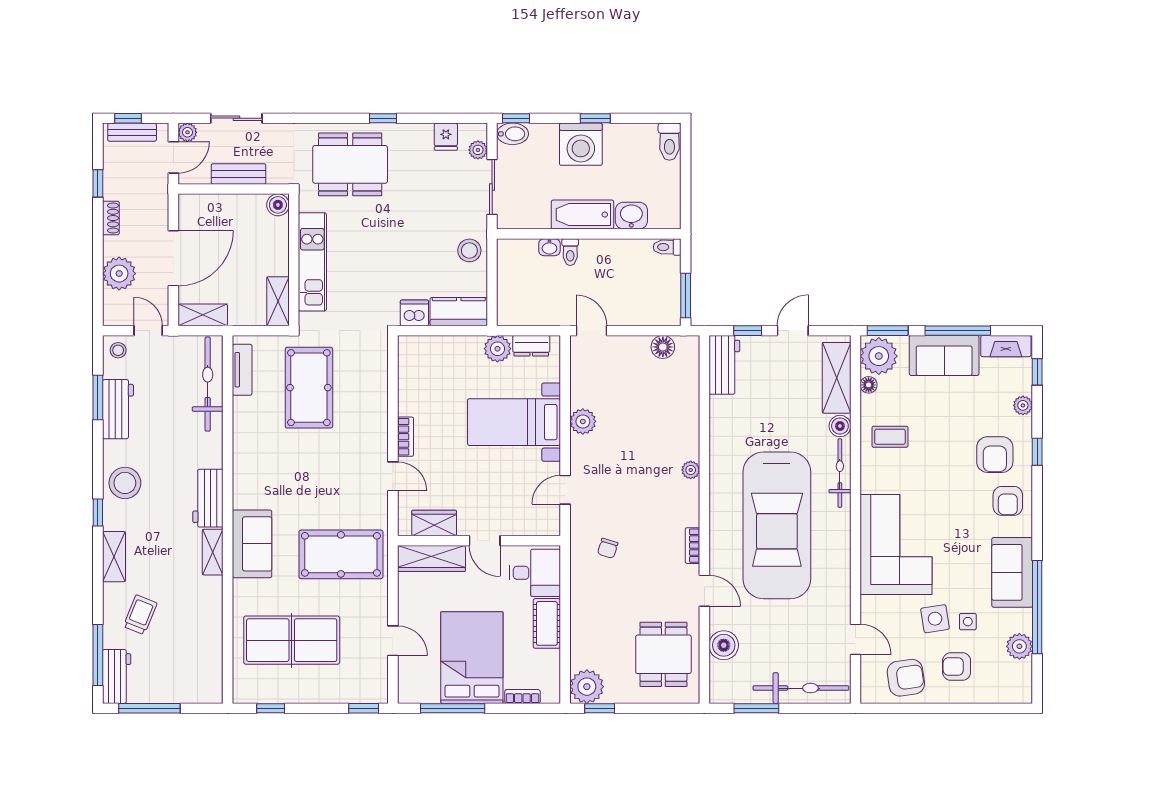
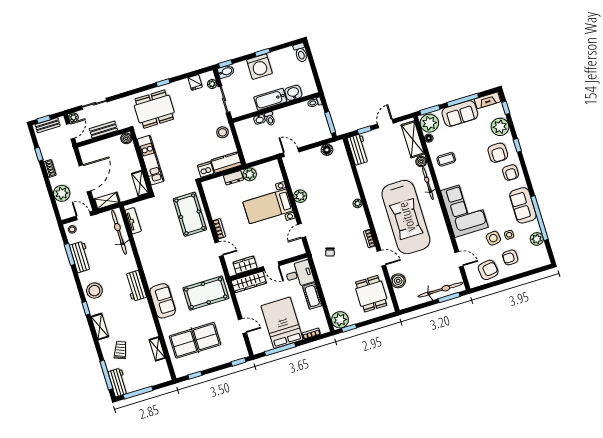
dresser: (531, 346) -> (233, 178), moved
pool table: (309, 388) -> (190, 214), moved
plant: (1023, 405) -> (500, 127), width x1.88, depth x1.88
shelving: (213, 552) -> (157, 349), moved
window: (756, 708) -> (449, 298), moved

